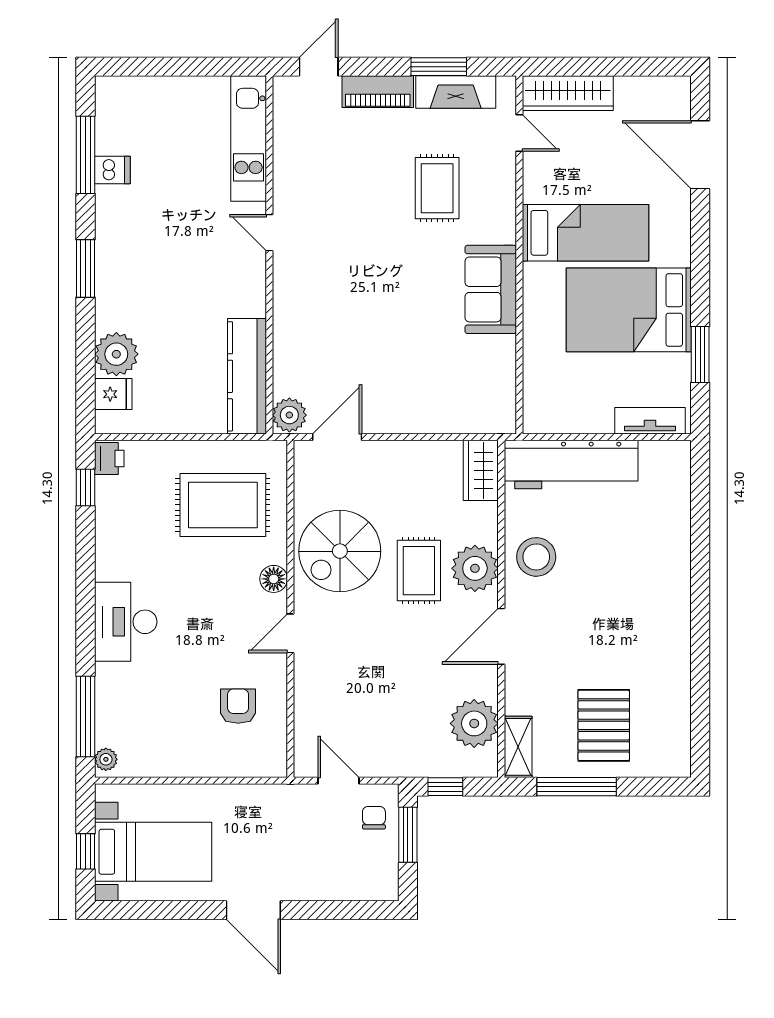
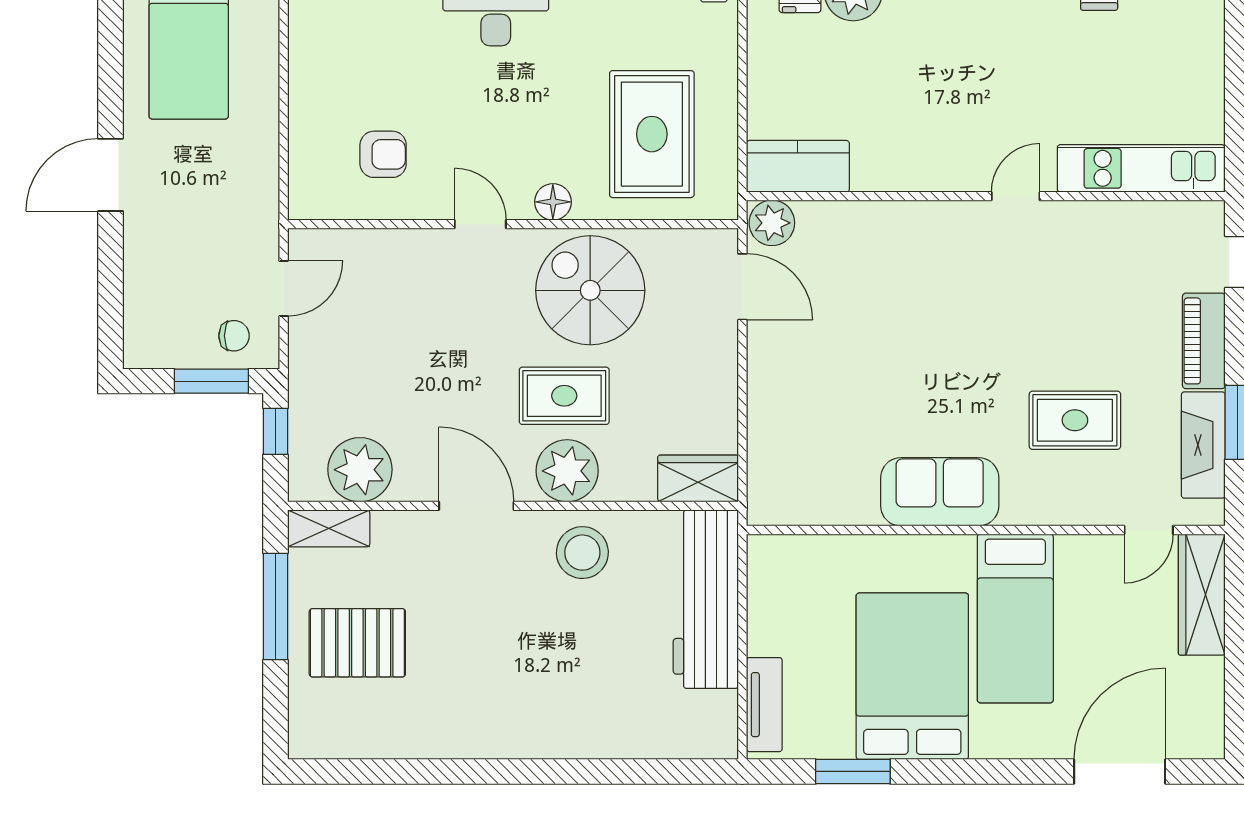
kitchen counter: (247, 376) -> (798, 166), width x0.67

